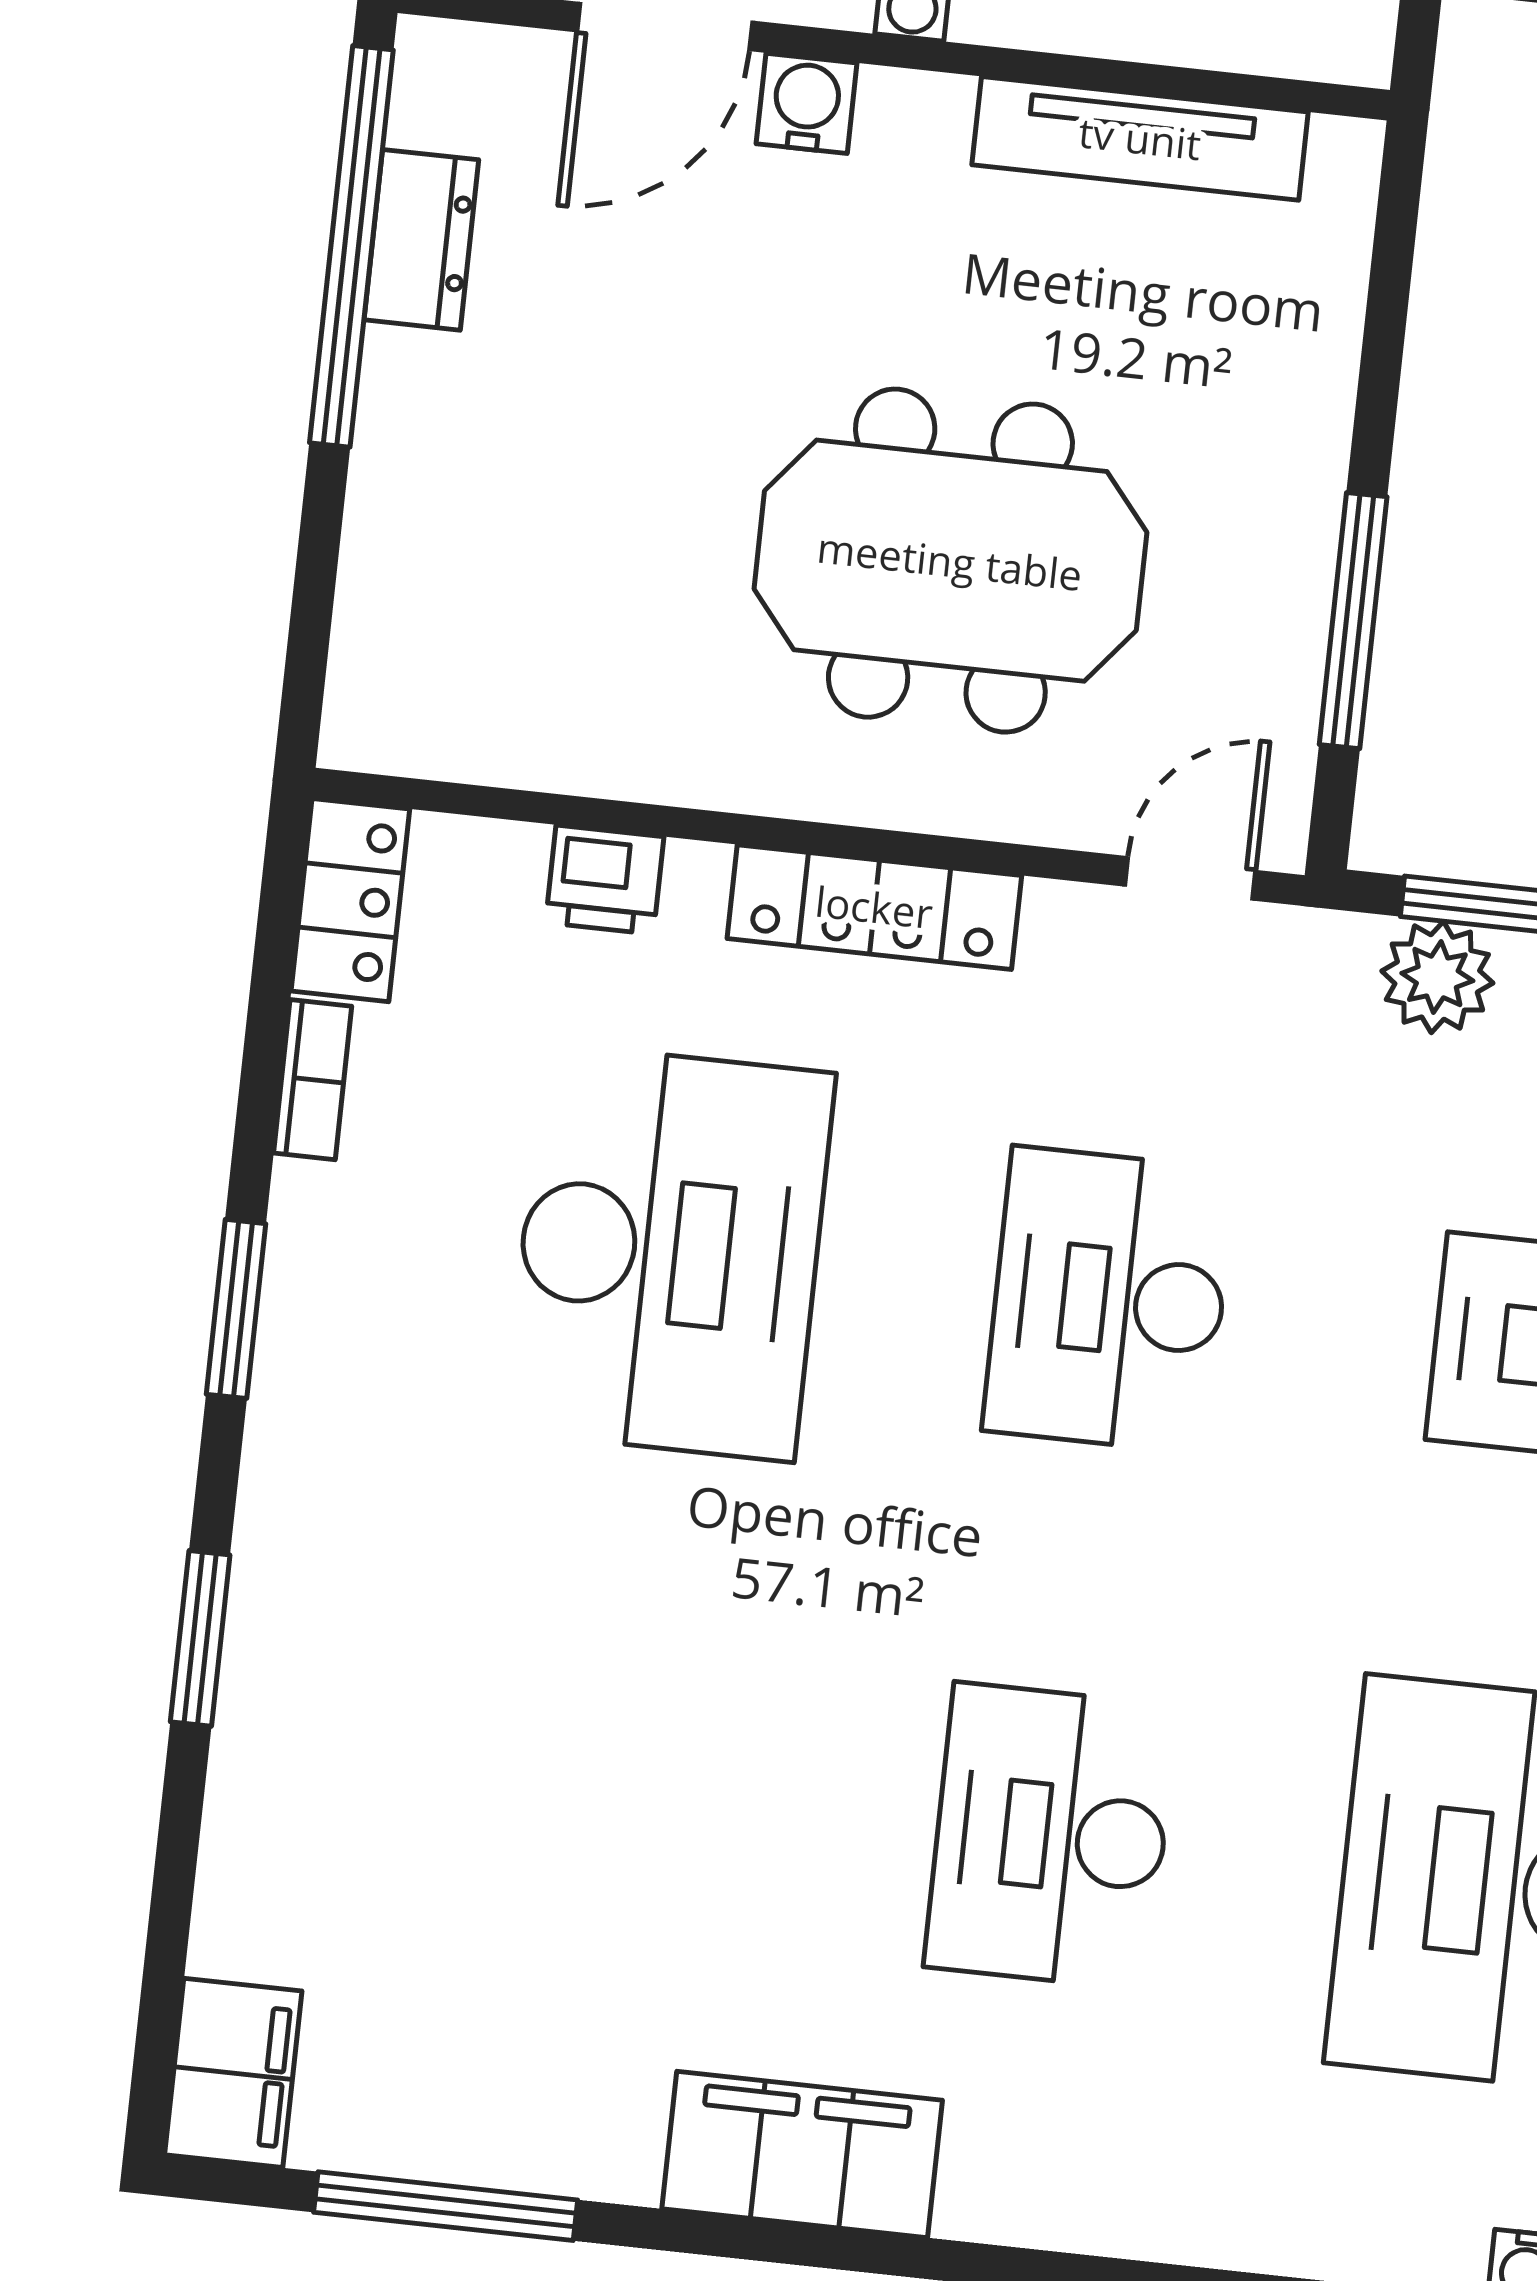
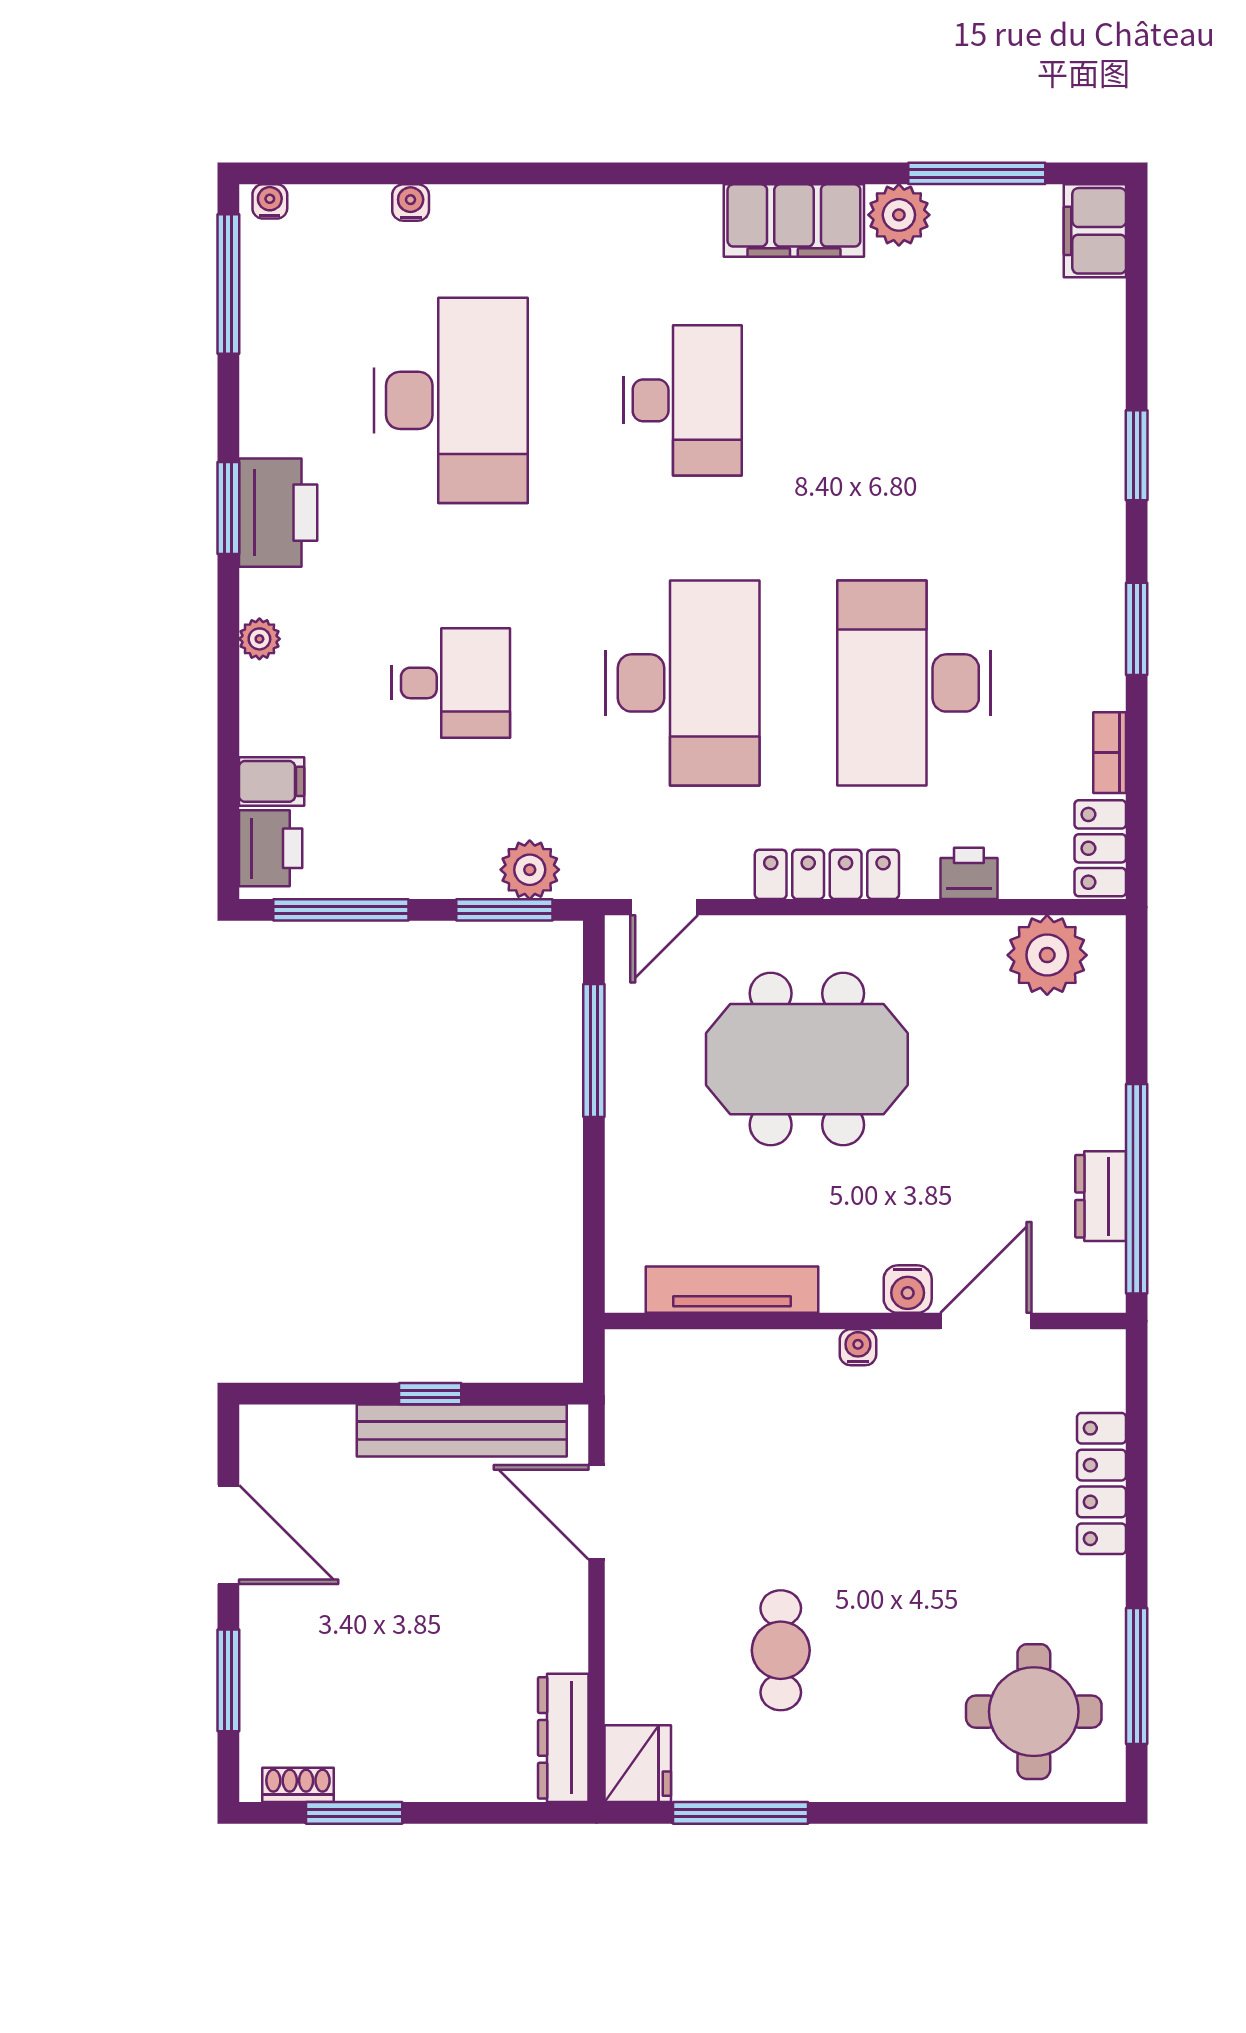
plant: (473, 708) -> (1047, 955), added
desk: (1109, 1300) -> (682, 683), width x1.36, depth x1.30
plant: (602, 2143) -> (899, 215), added

